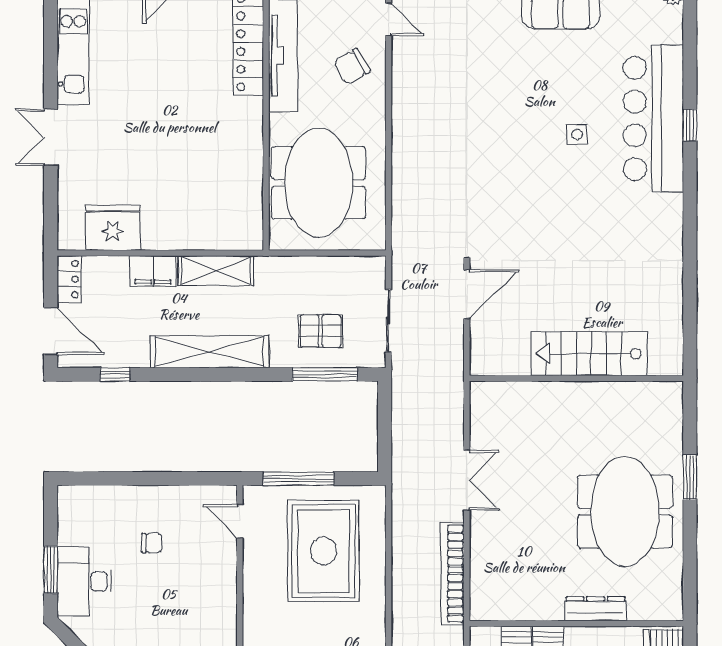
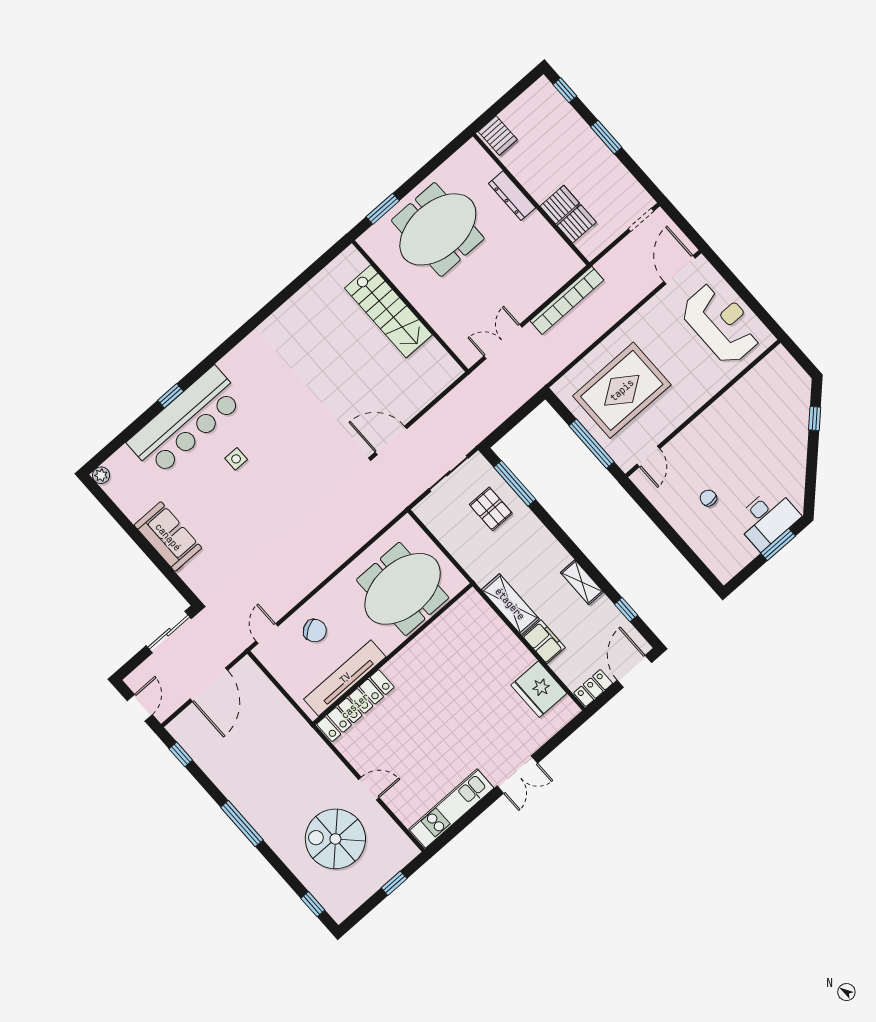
shelving: (209, 352) -> (582, 582), width x0.45, depth x0.75
stairs: (589, 354) -> (388, 311), moved
wall: (576, 378) -> (410, 306), moved

